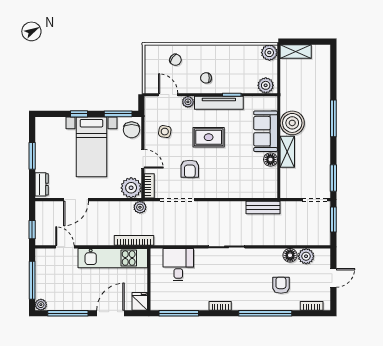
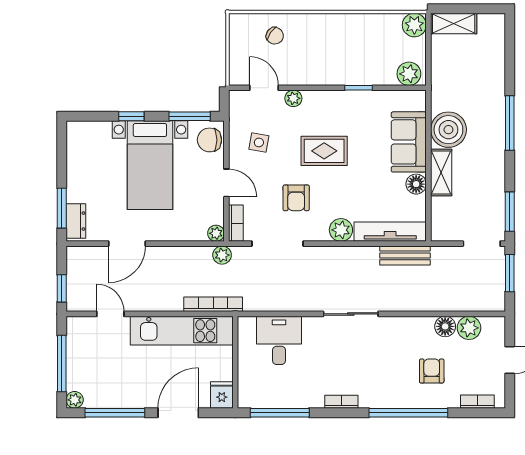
chair: (206, 78) -> (320, 63), removed
tv unit: (219, 103) -> (390, 232), moved, turned 180
chair: (132, 130) -> (209, 140), turned 90
window: (32, 156) -> (62, 208), moved
plant: (131, 188) -> (216, 233), width x0.53, depth x0.53
plant: (220, 190) -> (341, 230), added

